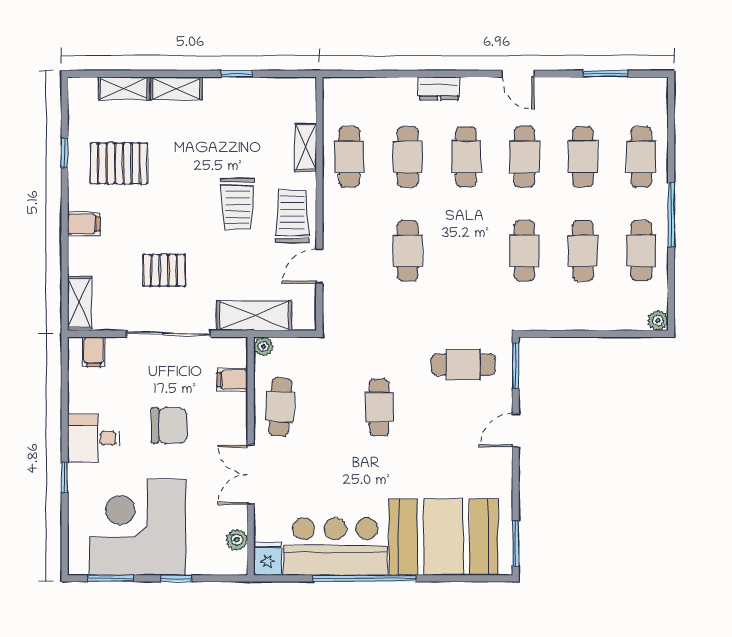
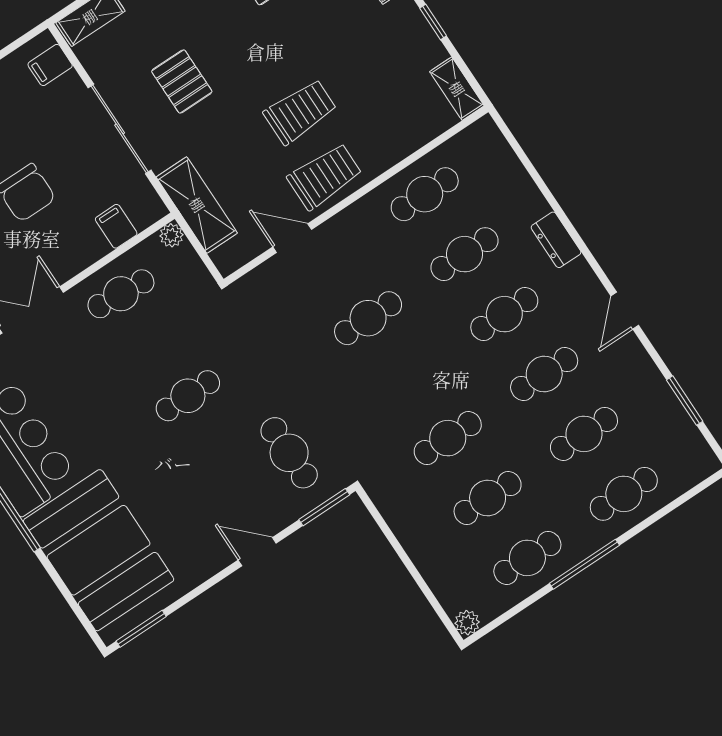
shelving: (306, 147) -> (457, 89), moved, turned 90
trolley: (238, 204) -> (300, 112), turned 180

